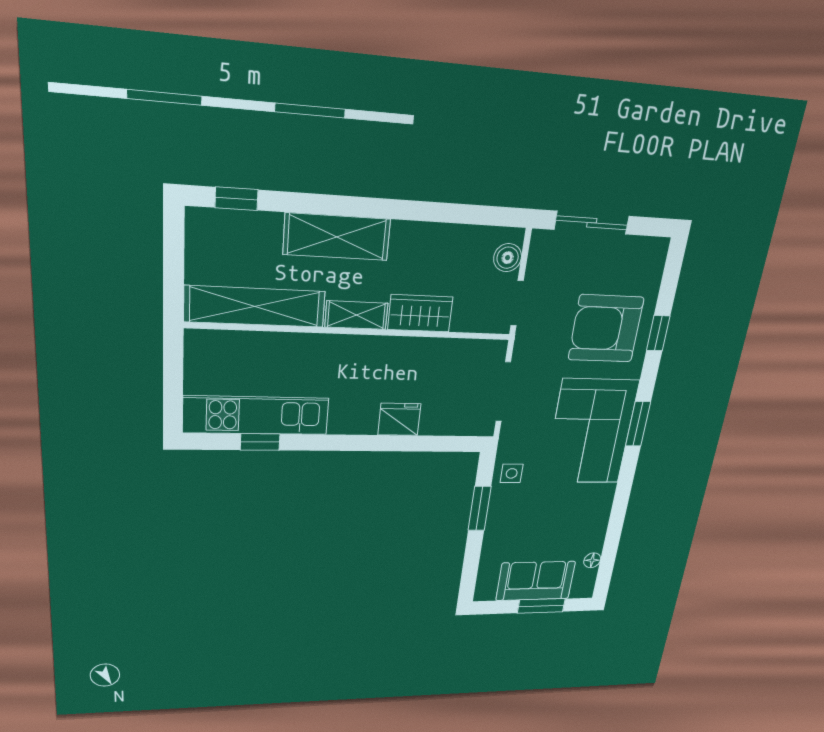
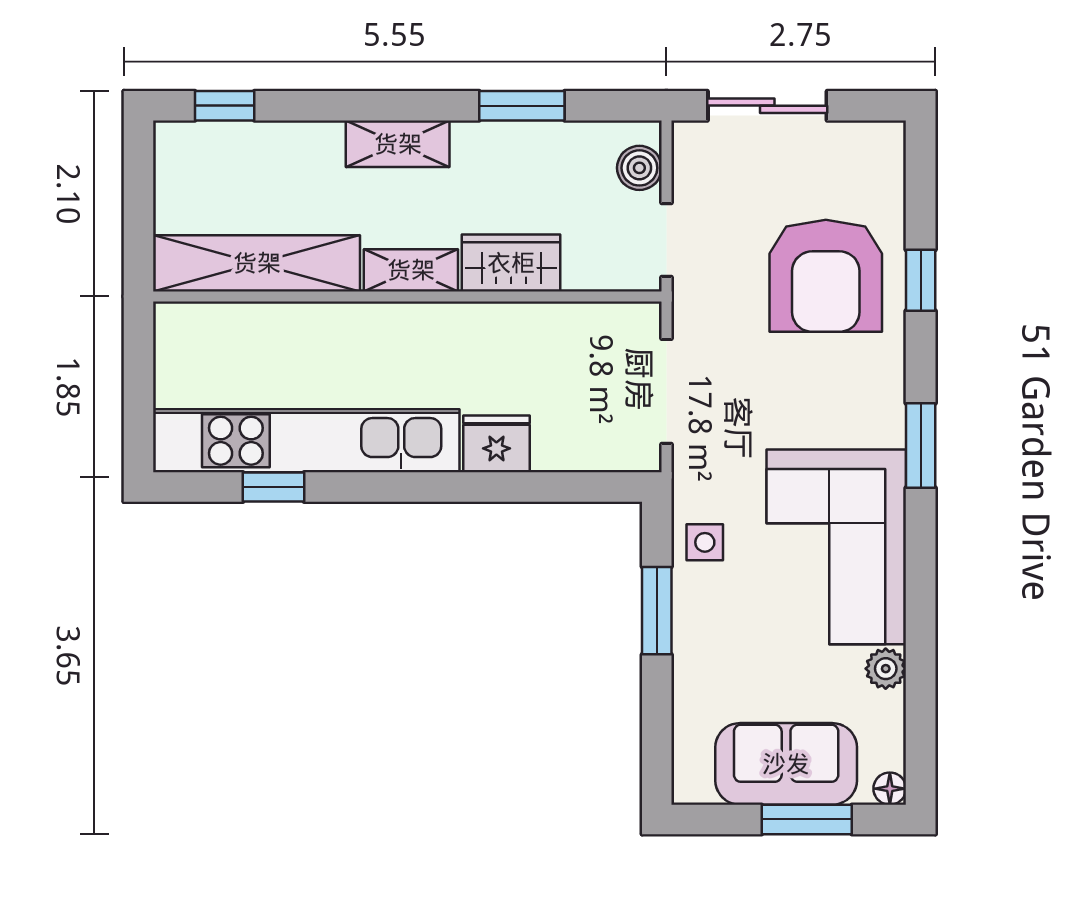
window: (439, 212) -> (522, 106), added
shelving: (337, 237) -> (398, 144), width x0.67, depth x0.75
armchair: (606, 329) -> (826, 276), turned -90
kitchen unit: (256, 415) -> (306, 441), width x1.36
corner sofa: (591, 432) -> (836, 547), moved
plant: (596, 535) -> (886, 669), added
floor lamp: (592, 560) -> (890, 789), moved

